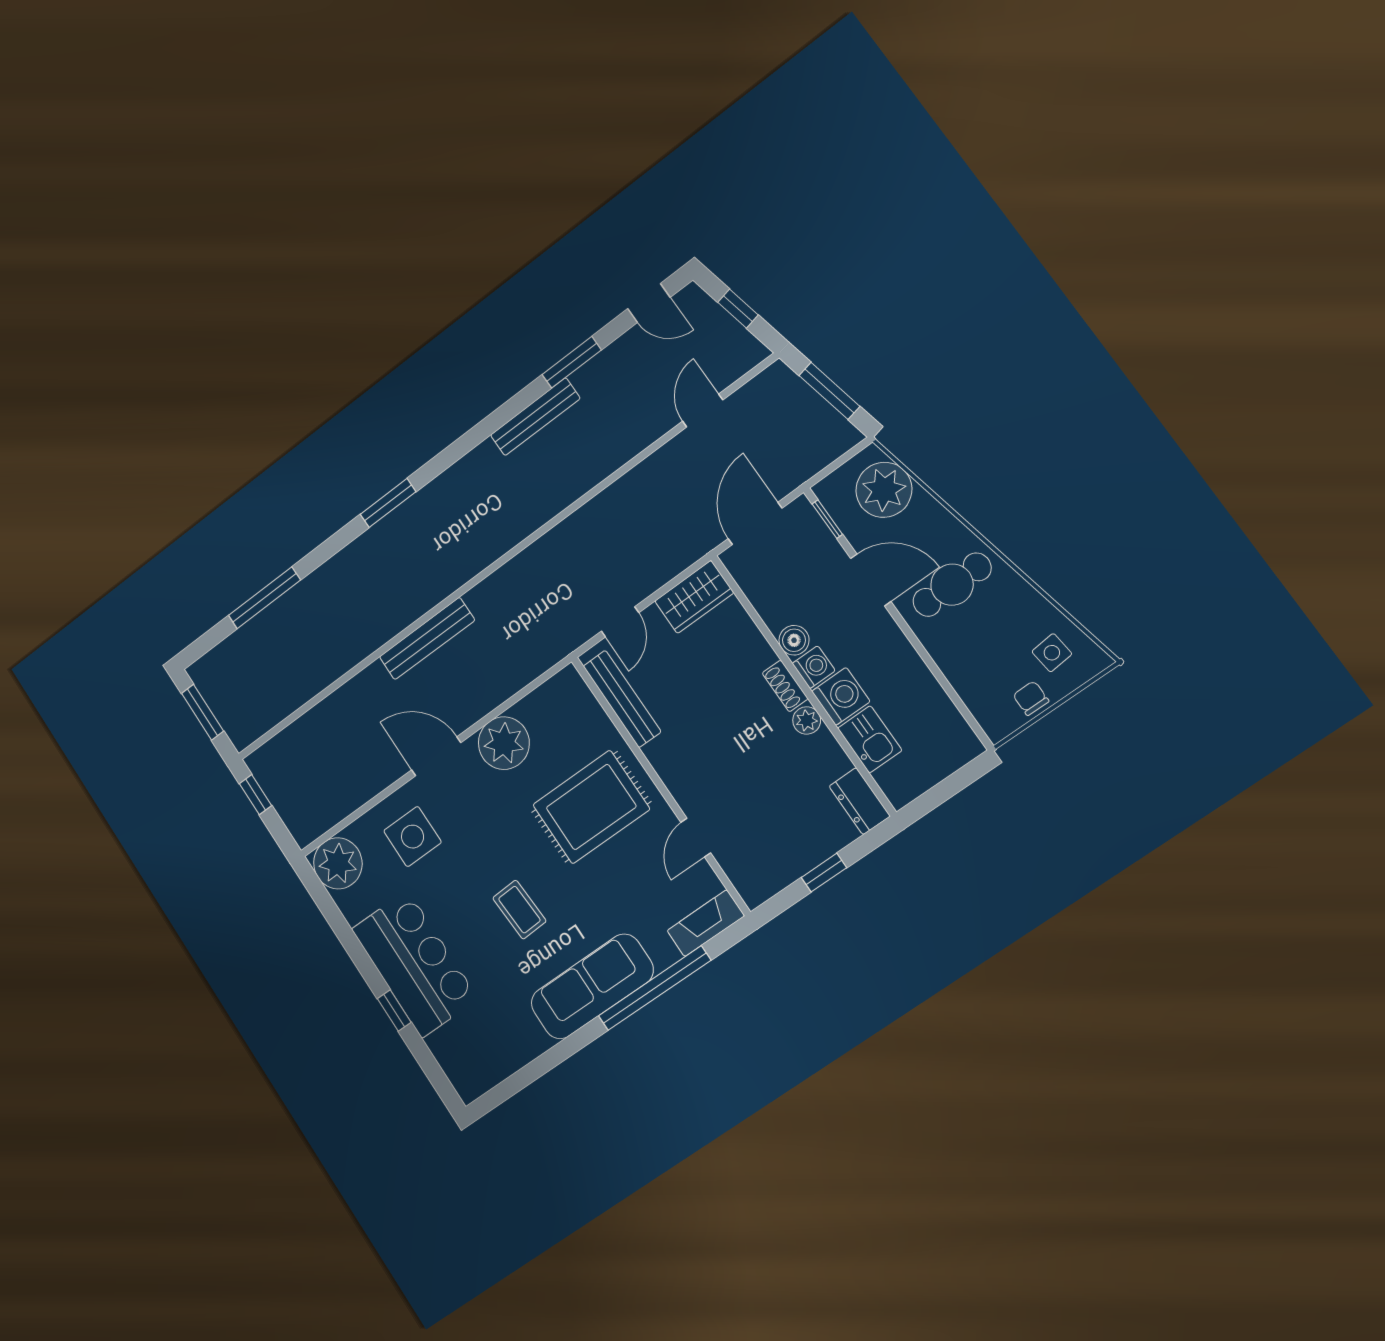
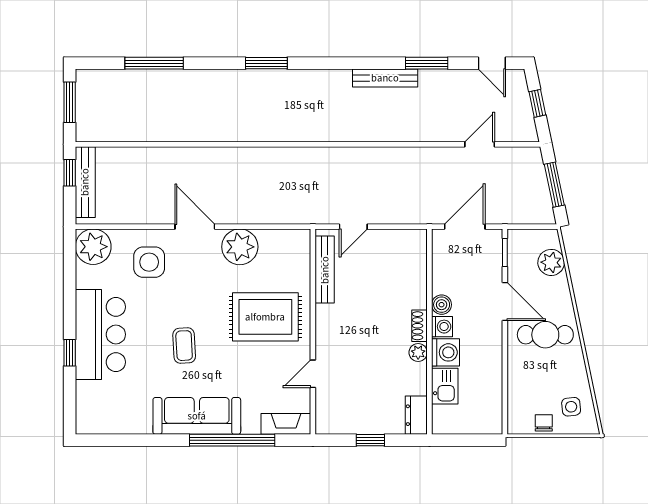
plant: (884, 490) -> (551, 262), width x0.73, depth x0.73
wardrobe: (694, 597) -> (404, 242), removed
bench: (427, 639) -> (85, 182), moved, turned 90

